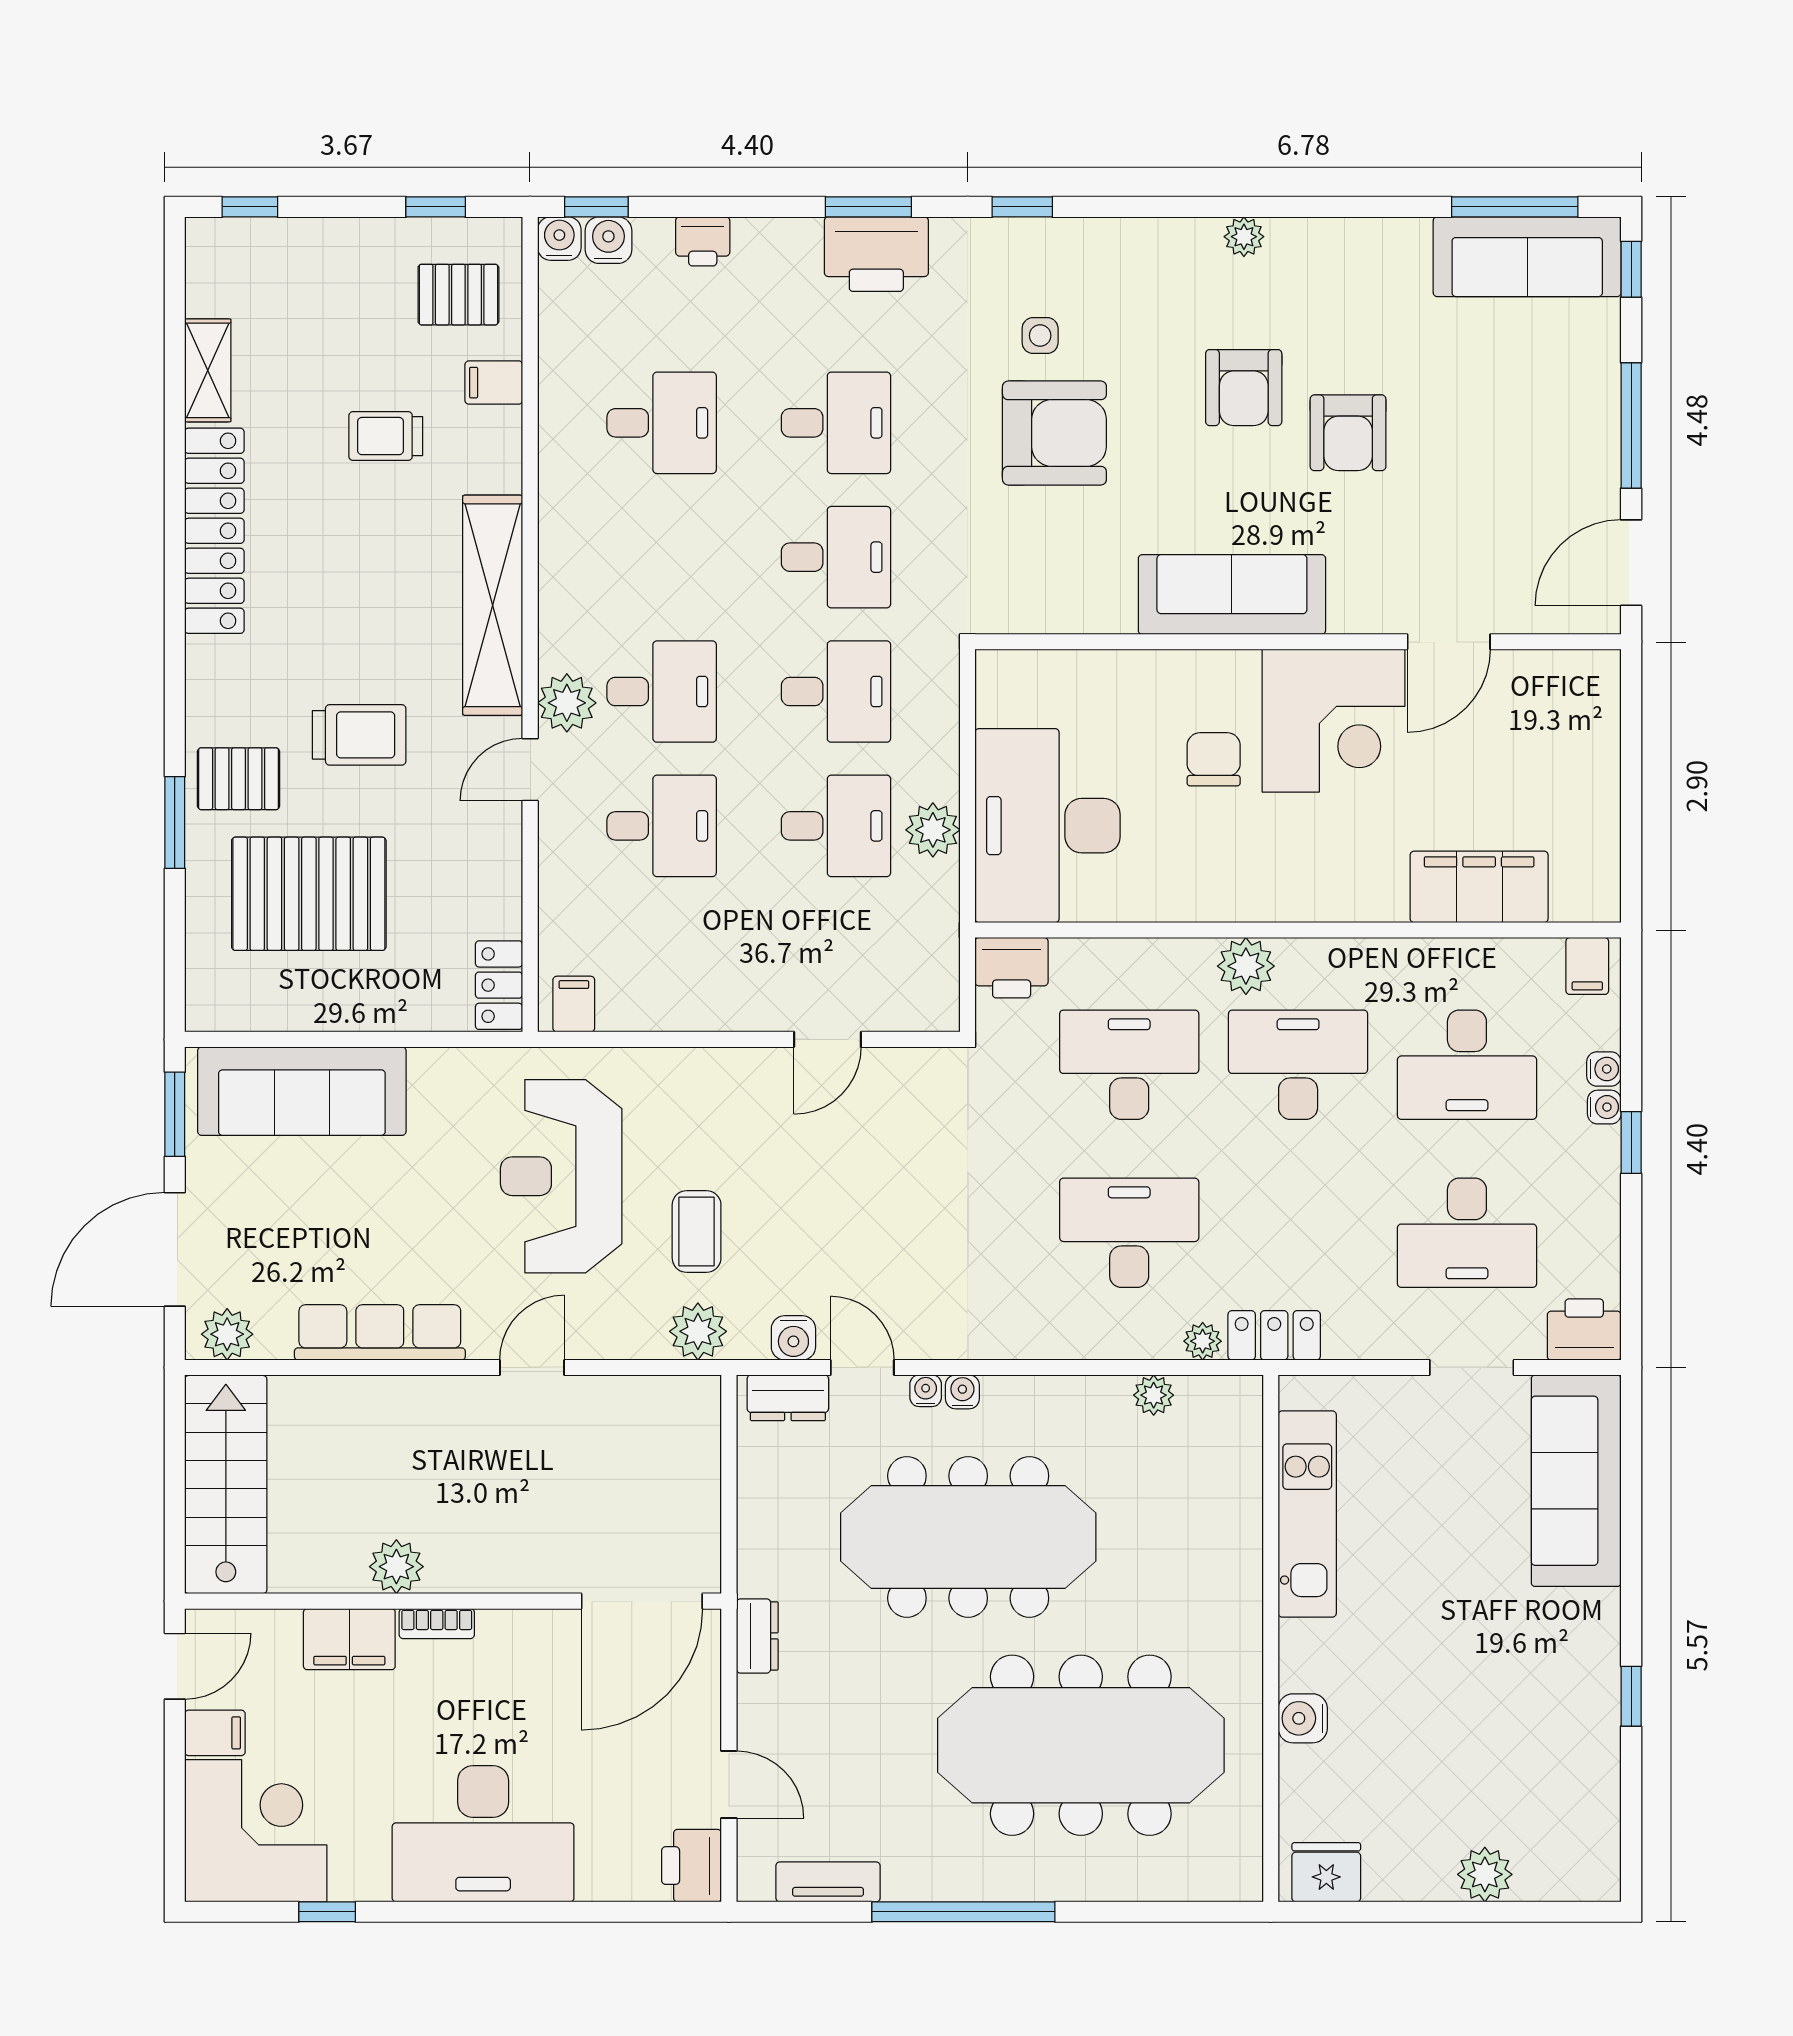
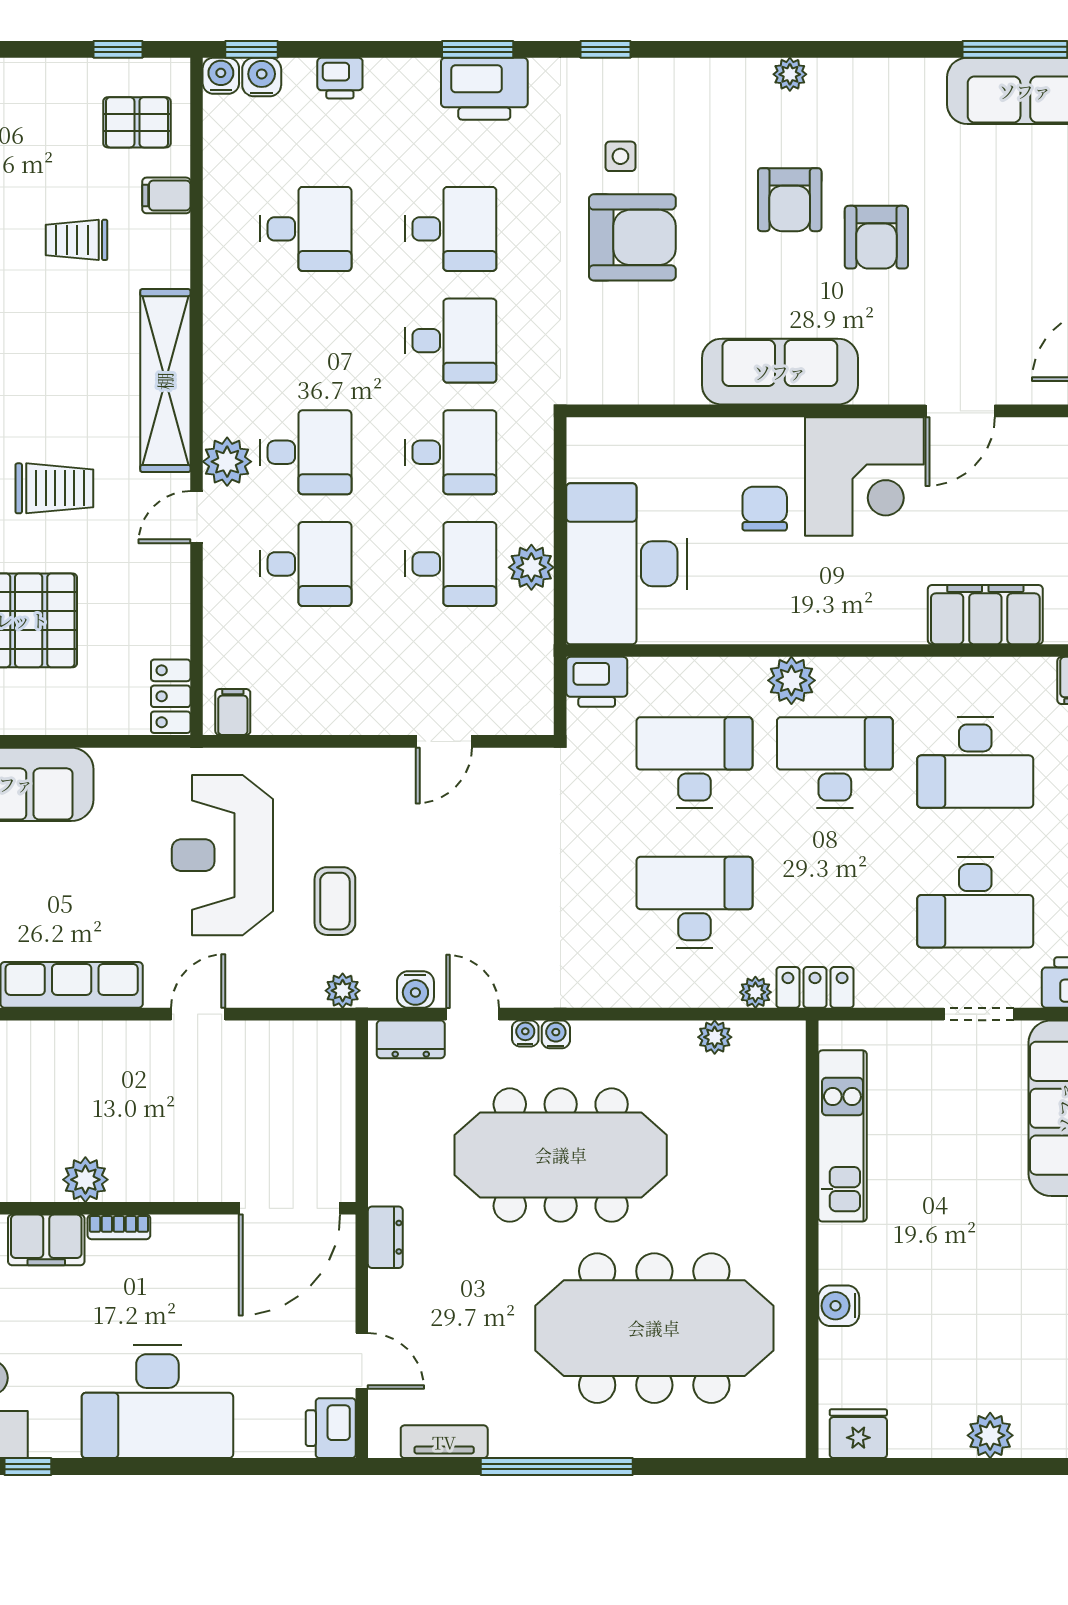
plant: (698, 1331) -> (343, 991), width x0.73, depth x0.73

